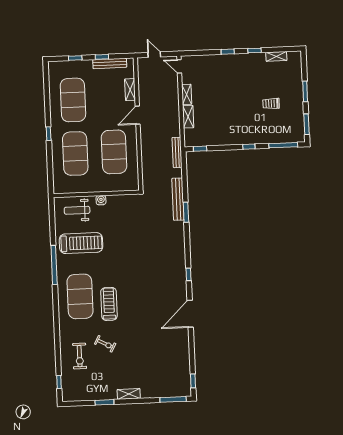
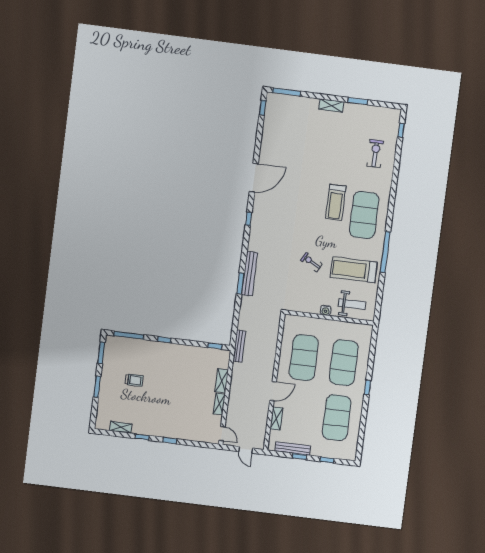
bench: (178, 199) -> (249, 274), moved
exercise bike: (105, 344) -> (312, 262), moved

